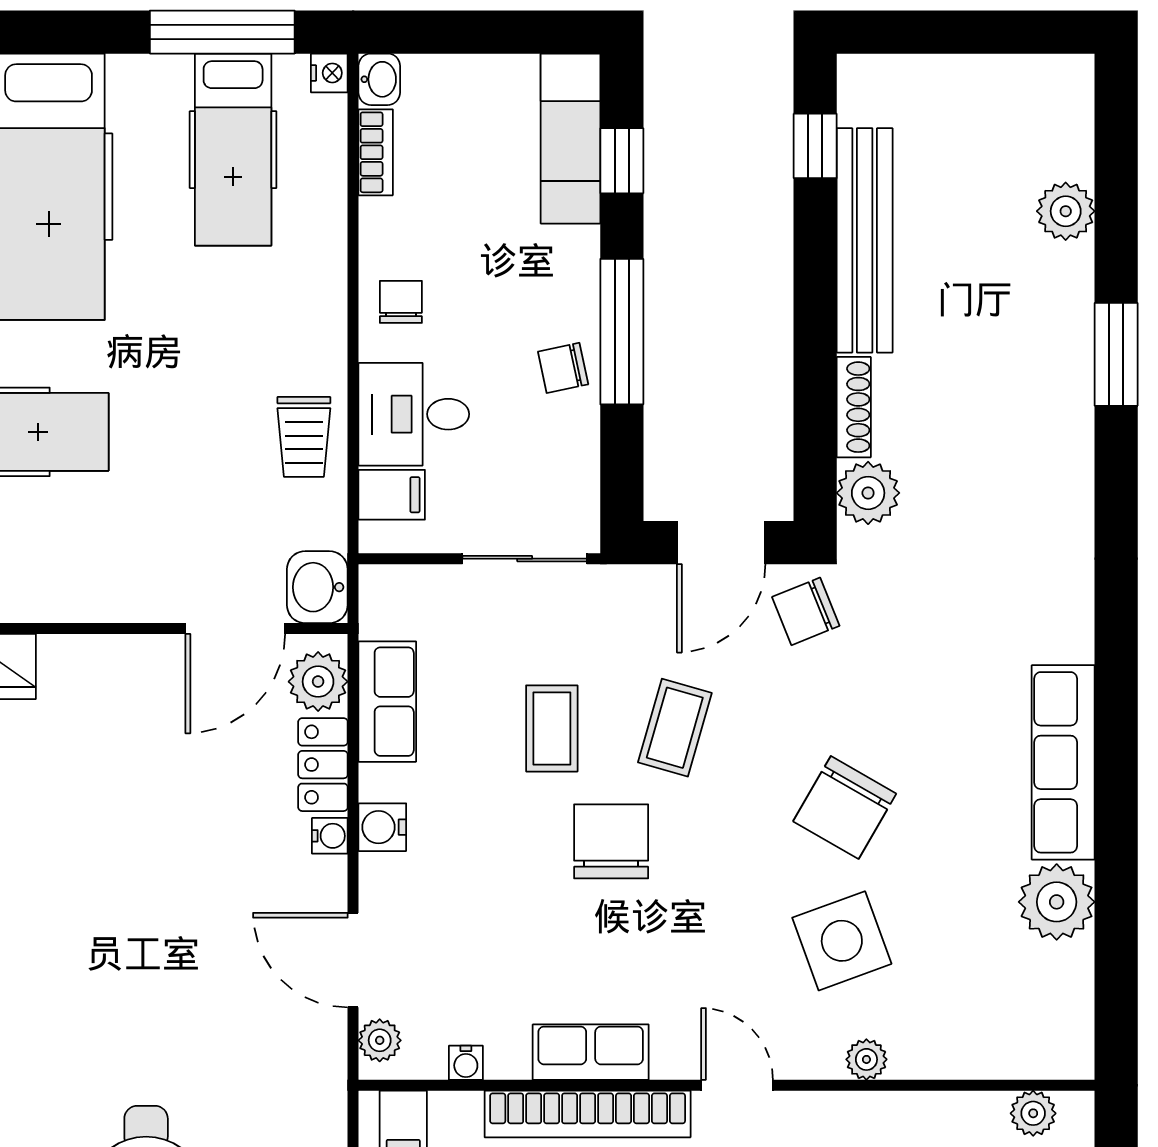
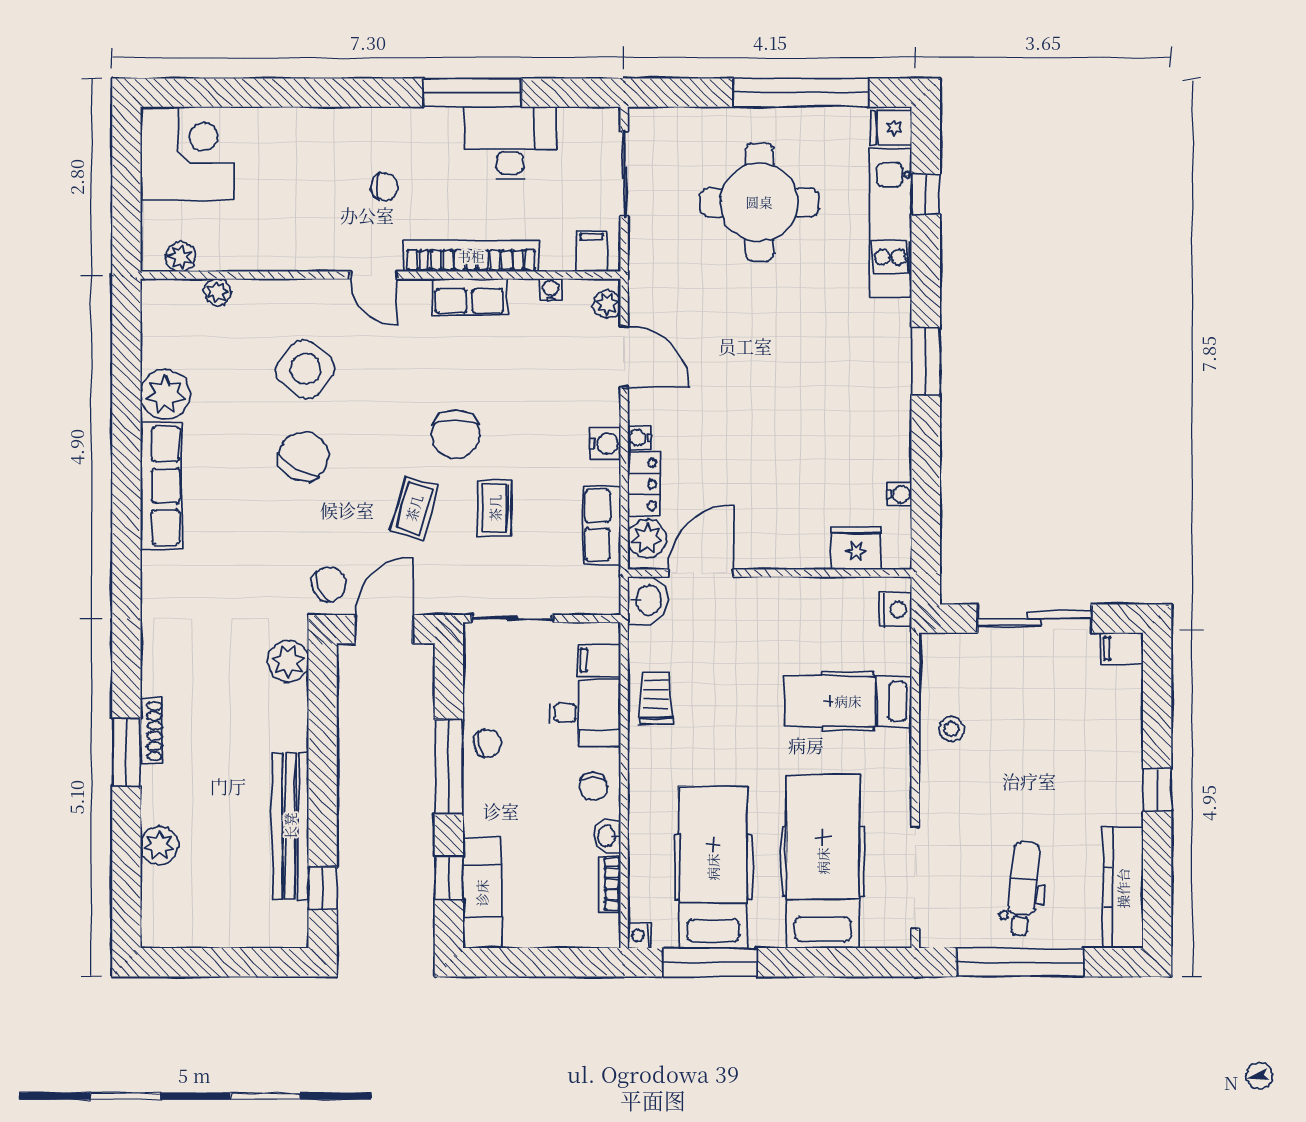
washbasin: (379, 79) -> (607, 836), moved
hospital bed: (233, 150) -> (713, 867), width x1.37, depth x1.29
shoe rack: (854, 407) -> (152, 731), moved, turned 180
side table: (842, 941) -> (305, 369), turned -31
plant: (866, 1059) -> (218, 292), moved

